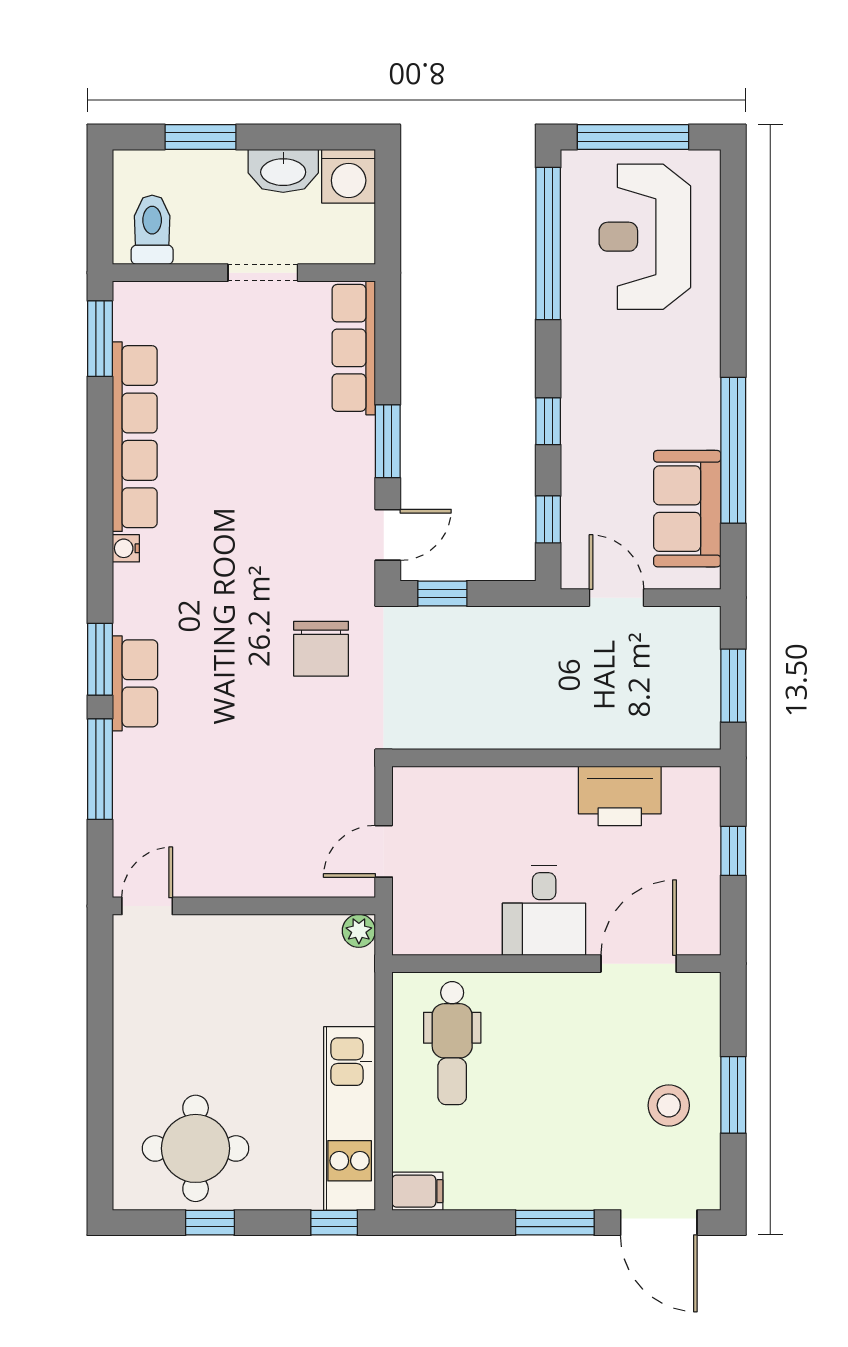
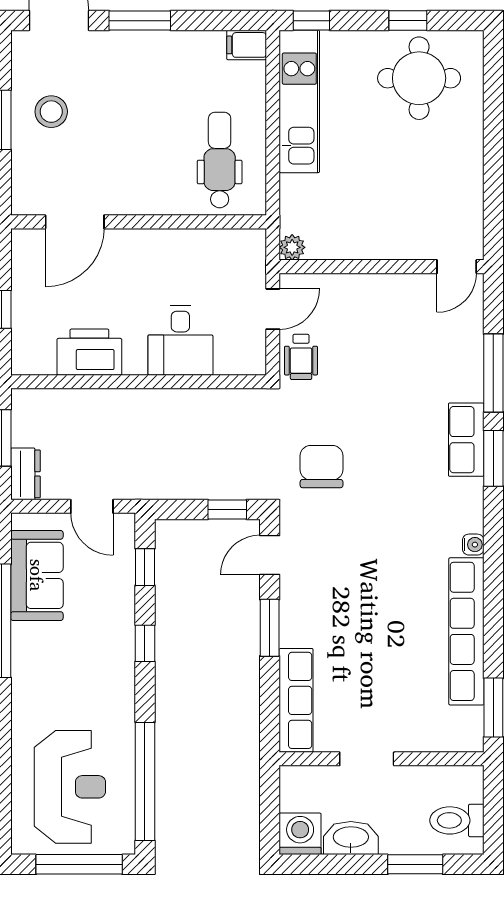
toilet: (152, 230) -> (457, 820), moved, turned 90
dresser: (702, 639) -> (25, 474), added
wheelchair: (347, 790) -> (301, 357), added
desk: (544, 910) -> (180, 340), moved, turned 180

